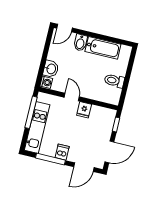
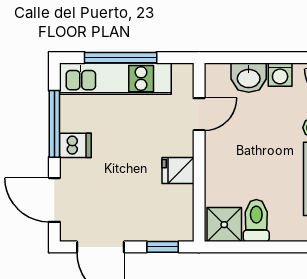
washing machine: (46, 82) -> (280, 75), moved
shower: (113, 95) -> (224, 225), added
door: (72, 97) -> (199, 114), moved
window: (31, 112) -> (121, 58), moved

